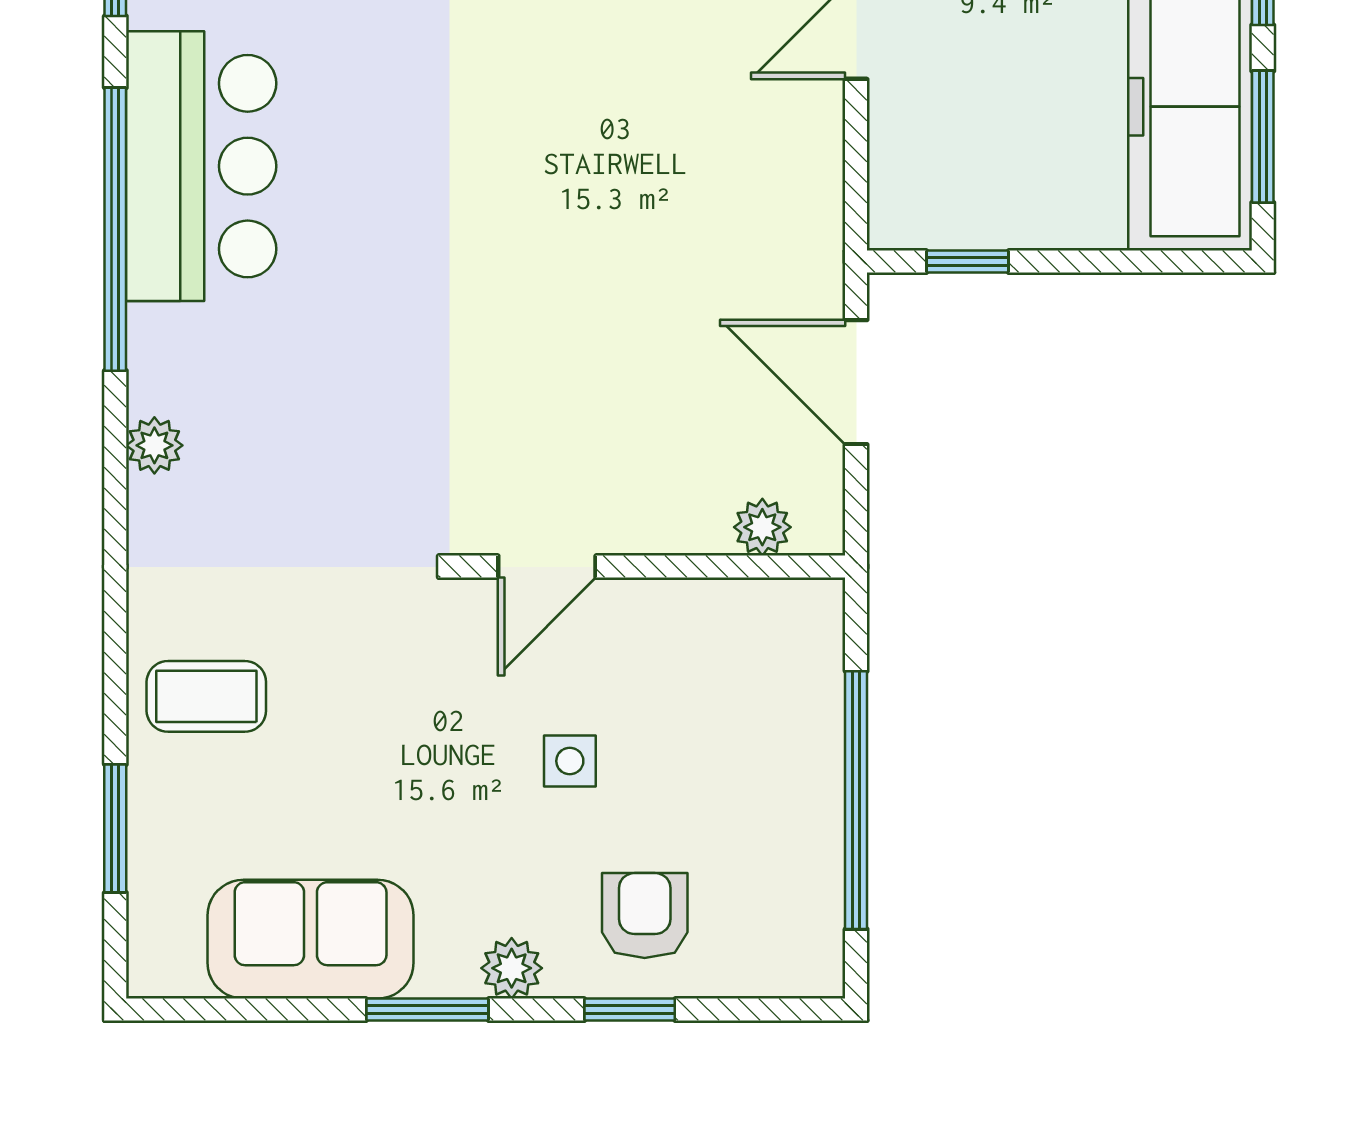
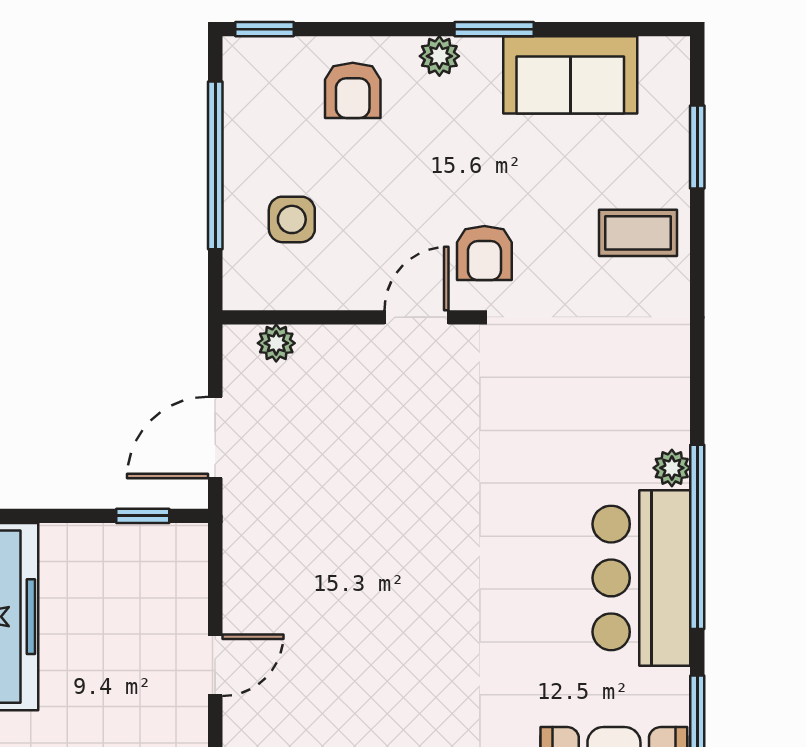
door: (856, 382) -> (215, 437), swing flipped
plant: (154, 445) -> (672, 468), moved
armchair: (442, 666) -> (484, 253), added
side table: (570, 761) -> (292, 219), moved, width x1.37, depth x1.37
window: (630, 1010) -> (265, 29), moved

